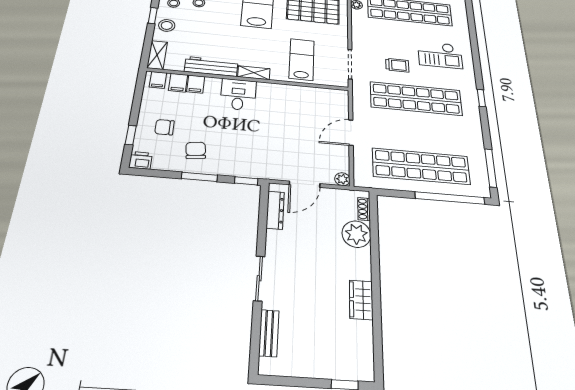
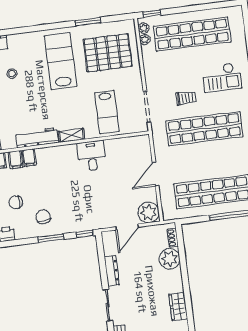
lab bench: (302, 59) -> (107, 112), turned 180
desk: (238, 94) -> (92, 156), moved
plant: (342, 179) -> (149, 212), width x1.88, depth x1.88
dresser: (275, 210) -> (112, 271), moved

